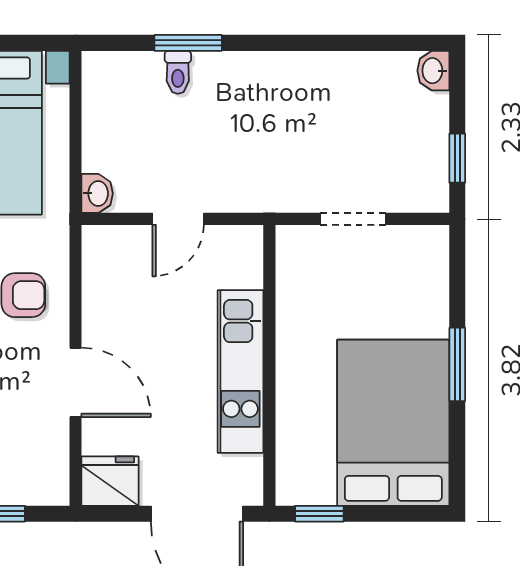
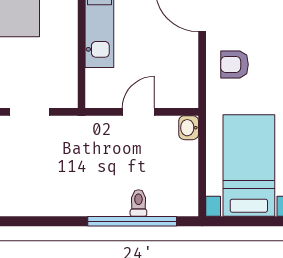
window: (188, 43) -> (132, 221), width x2.11

